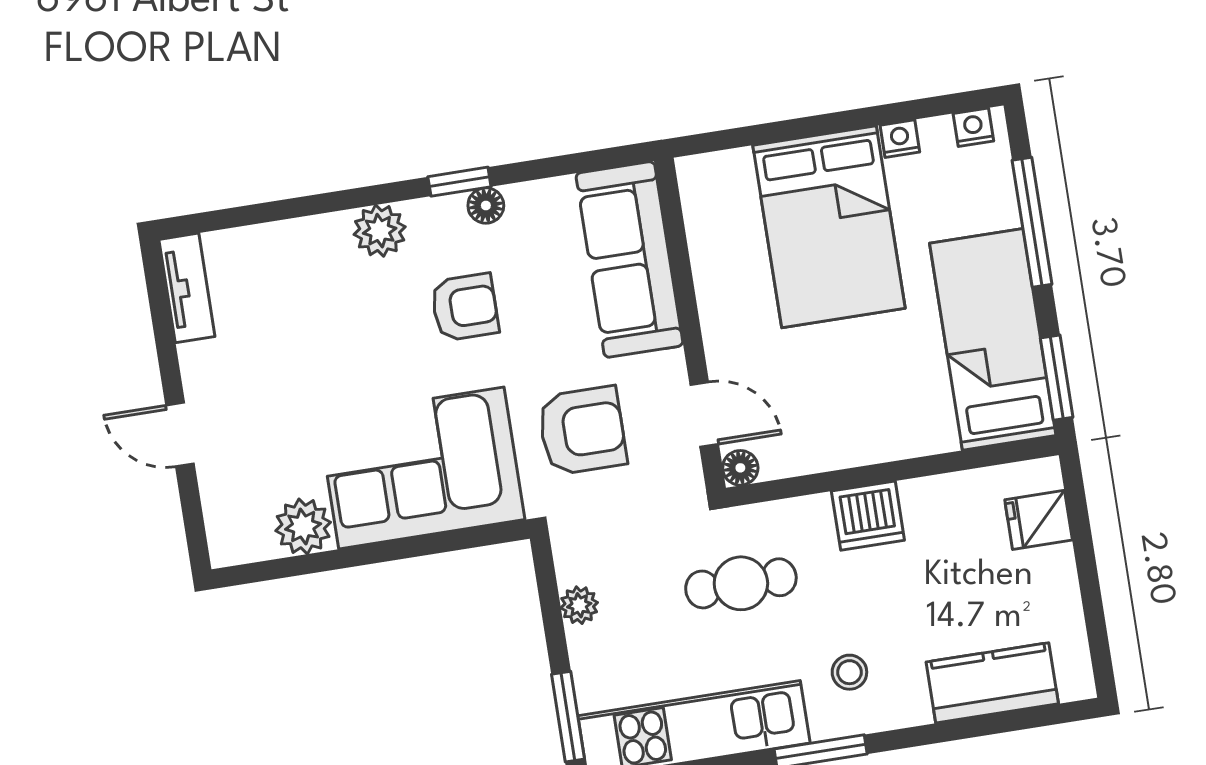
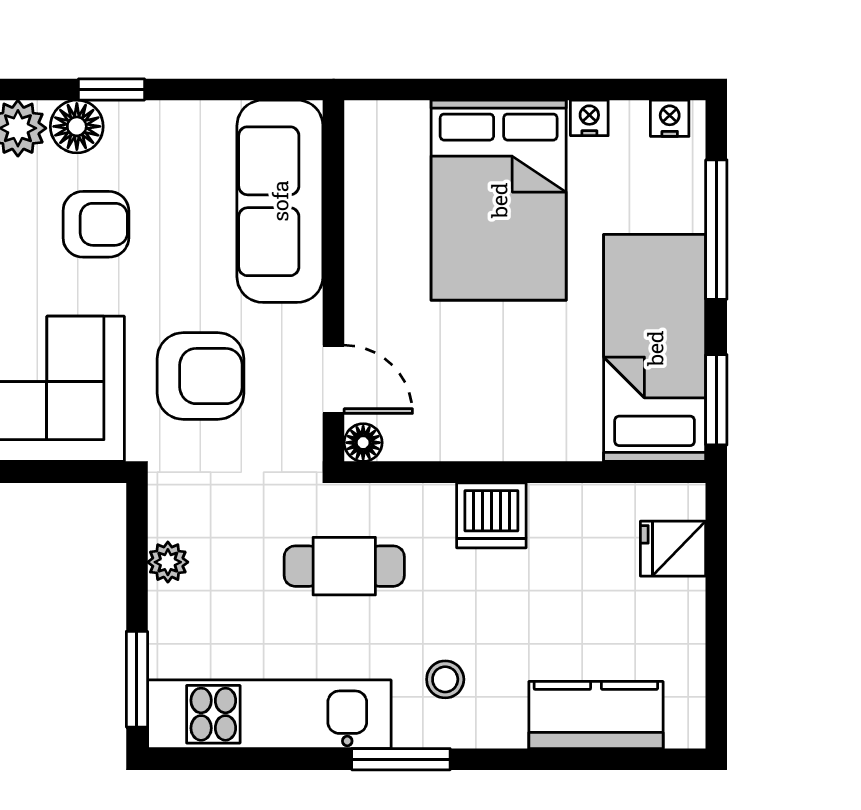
floor lamp: (486, 206) -> (77, 126), moved, width x1.37, depth x1.37

